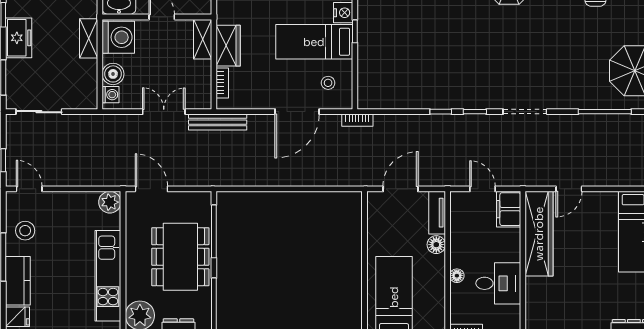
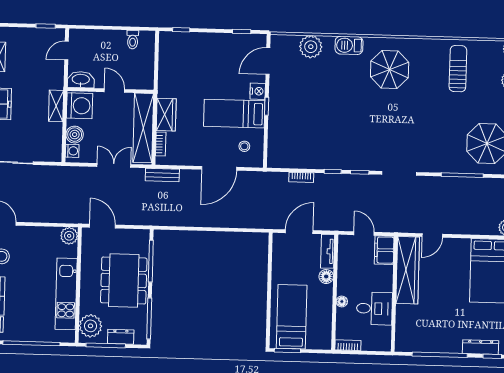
shelving: (203, 39) -> (143, 128), width x2.20, depth x1.33
bookcase: (357, 120) -> (301, 177), moved
bench: (218, 122) -> (162, 175), width x0.73

